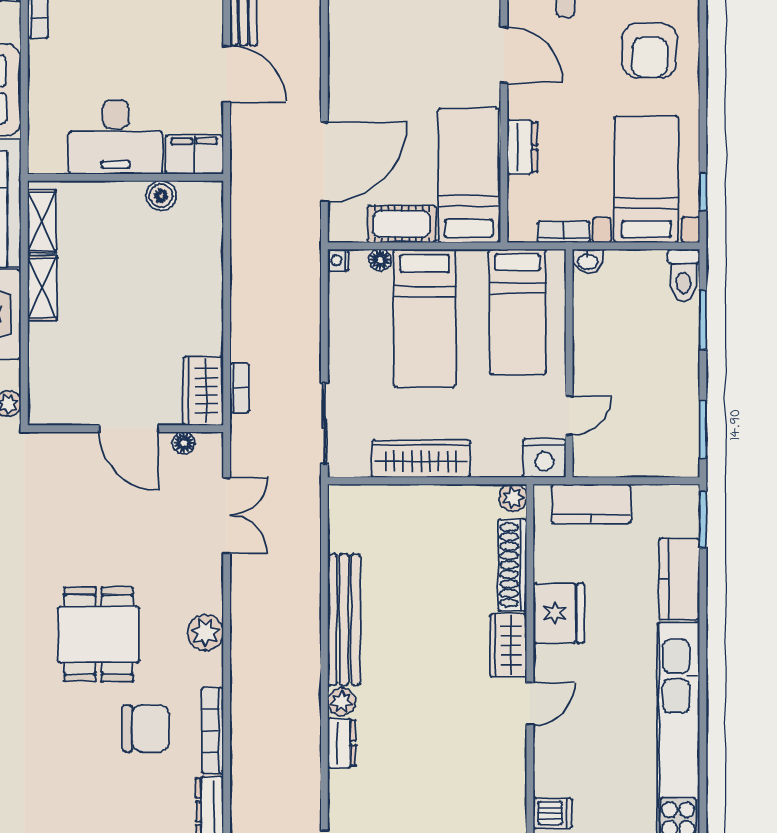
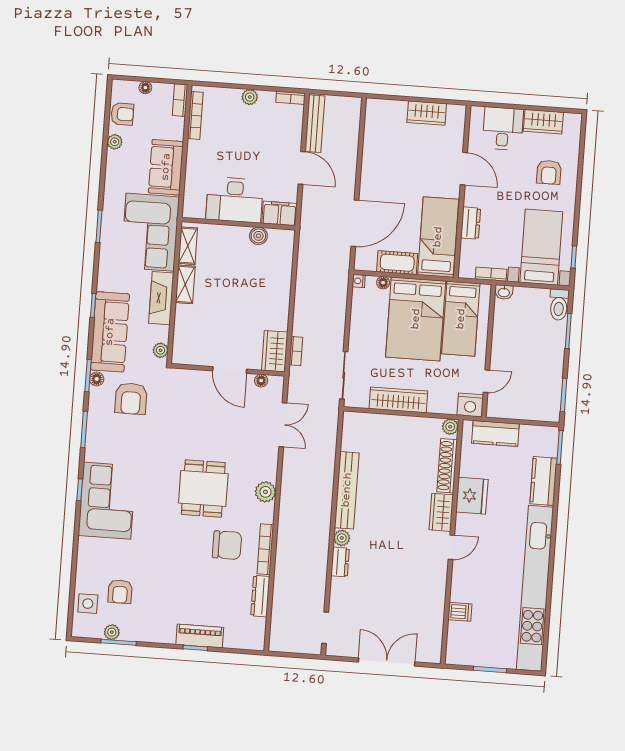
armchair: (650, 50) -> (549, 172), width x0.72, depth x0.72
bed: (425, 318) -> (416, 319), width x1.50

